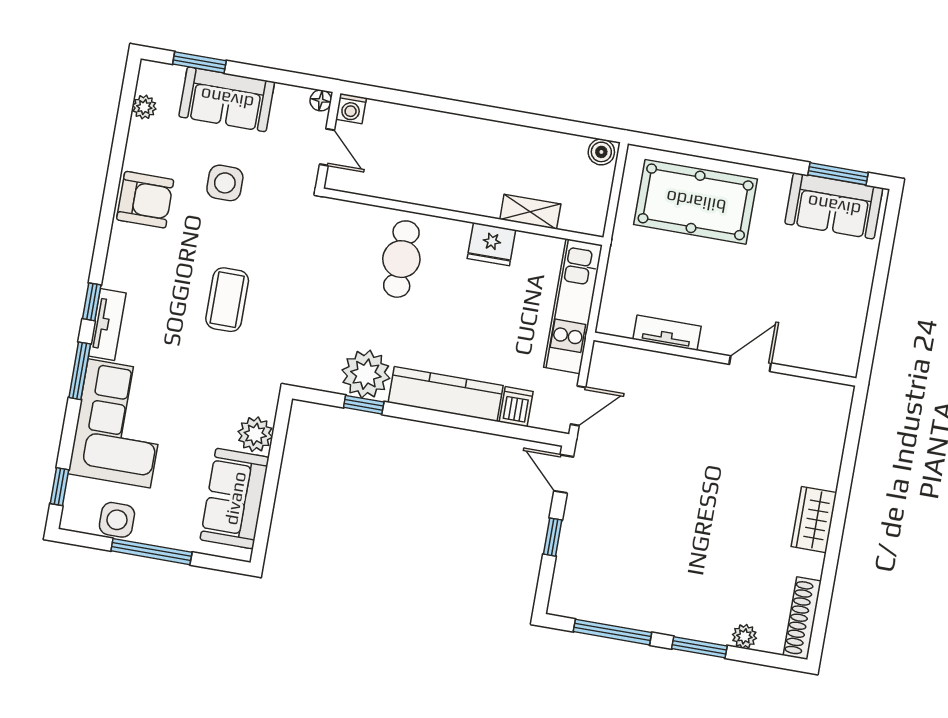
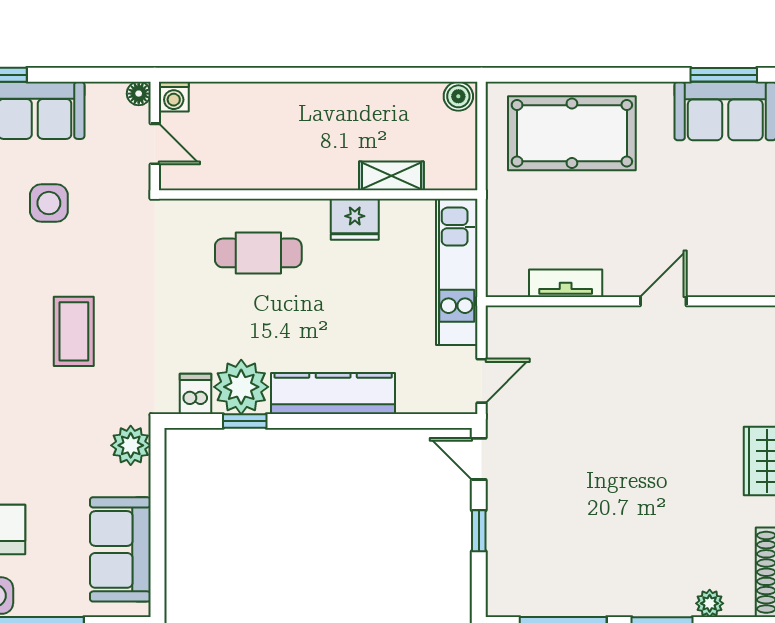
cafe table: (401, 259) -> (258, 253), turned 90
dishwasher: (516, 407) -> (196, 394), moved
plant: (255, 434) -> (131, 445), moved

